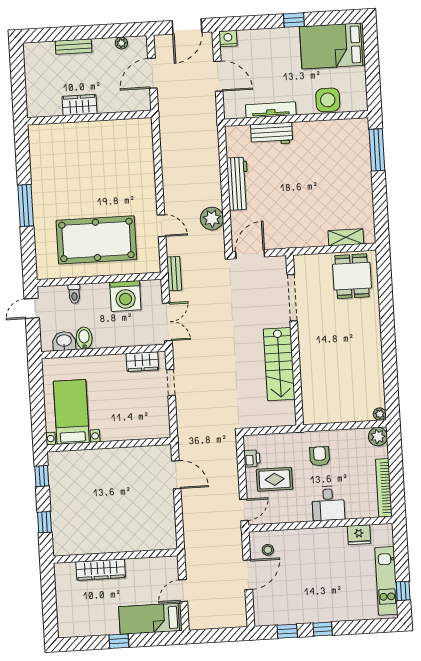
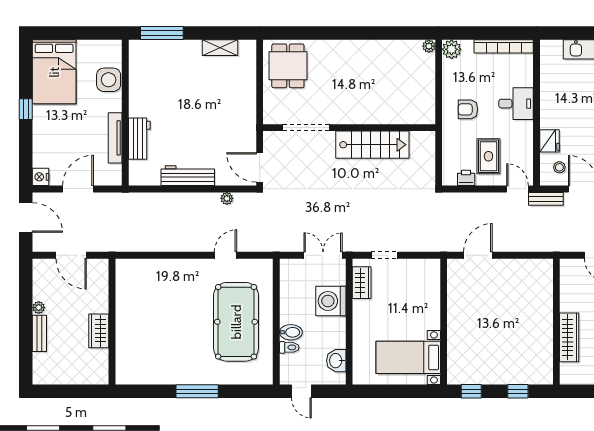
plant: (121, 43) -> (39, 308), moved
plant: (212, 219) -> (227, 198), width x0.53, depth x0.53
shelving: (346, 237) -> (220, 48), moved, turned 90
bench: (174, 274) -> (546, 199), moved
dining table: (352, 276) -> (288, 66), turned 90
washing machine: (125, 296) -> (331, 301), moved, turned 180
bidet: (84, 338) -> (291, 332), moved, turned 180
fridge: (359, 535) -> (550, 141), moved

